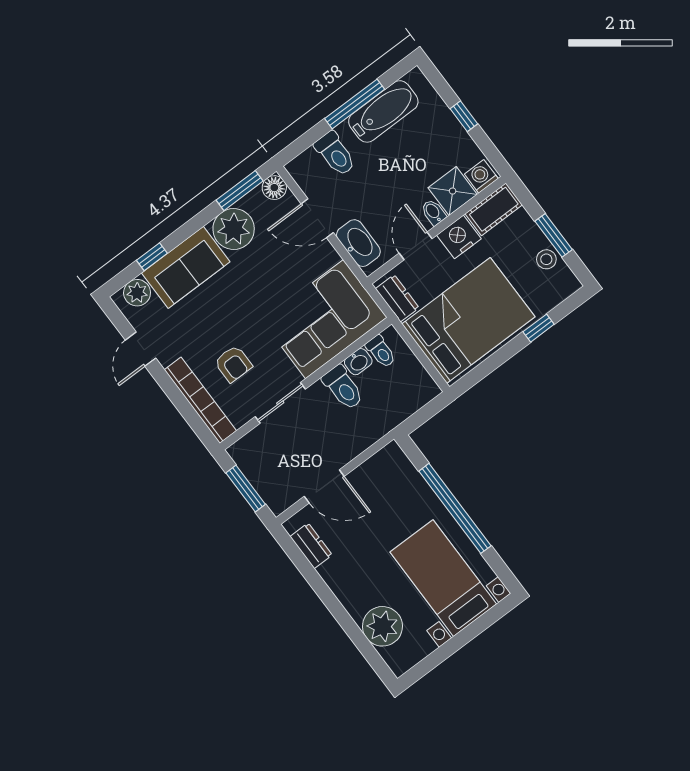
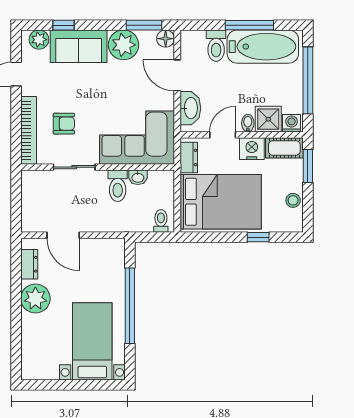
bathtub: (383, 111) -> (263, 47), width x1.36, depth x1.36
window: (464, 116) -> (308, 80), width x3.17
window: (554, 235) -> (308, 166), moved
toilet: (381, 352) -> (161, 221), moved, turned 180
armchair: (233, 364) -> (64, 124), turned -90
window: (246, 489) -> (16, 202), removed
plant: (382, 626) -> (35, 299), moved

